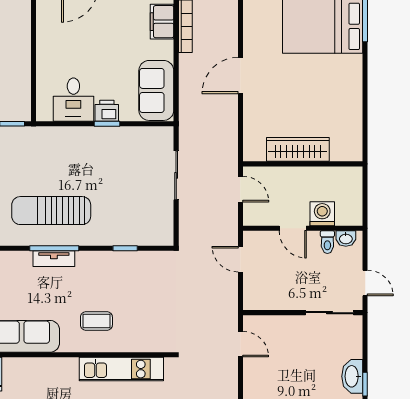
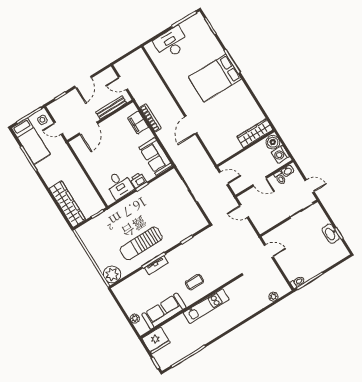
wardrobe: (298, 149) -> (255, 133), moved
boiler: (350, 180) -> (273, 142), added
washing machine: (322, 214) -> (280, 154), moved, turned -90
kitchen unit: (121, 369) -> (206, 306), moved

